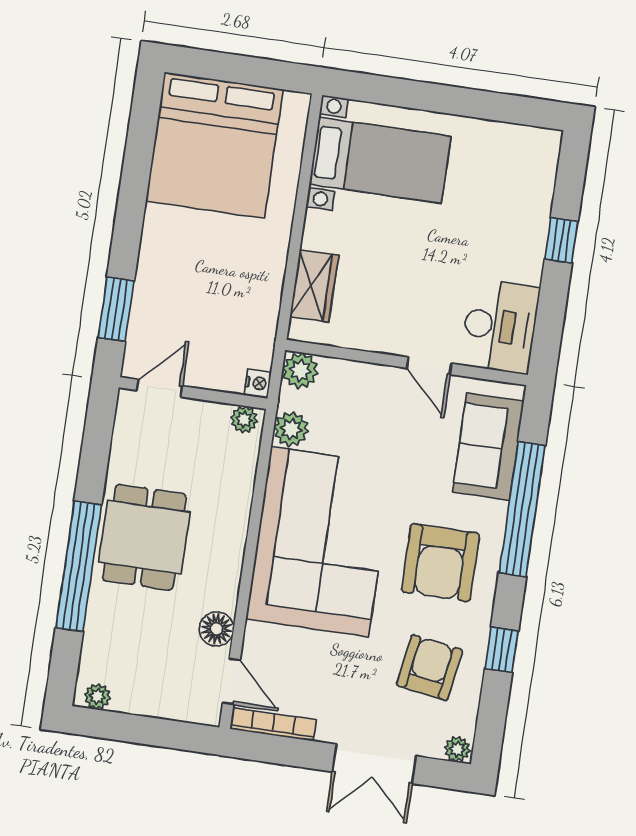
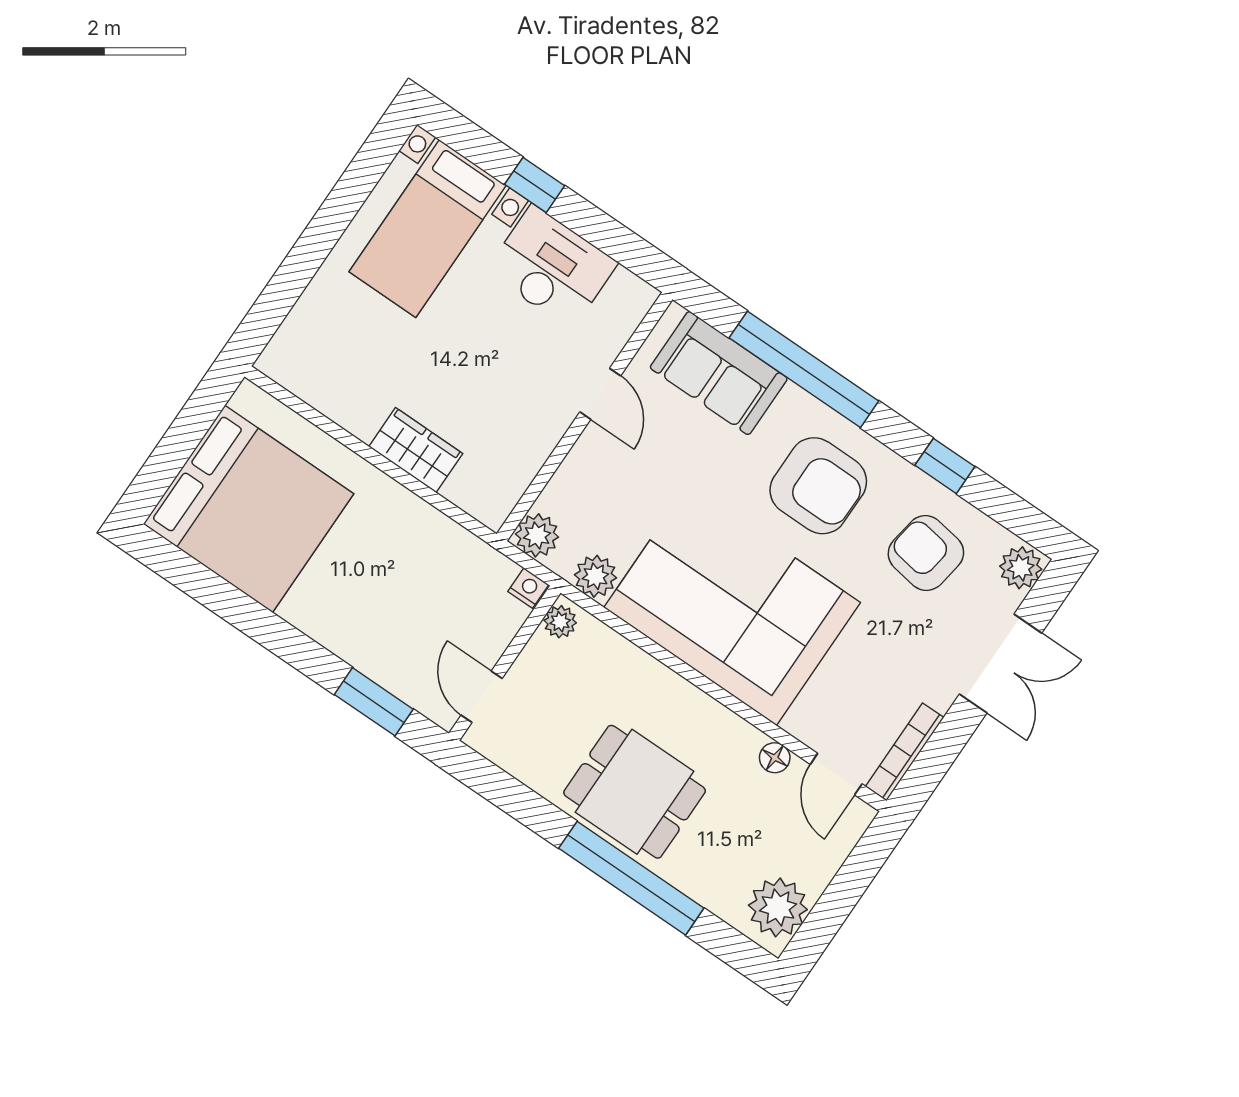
bed with nightstands: (380, 160) -> (428, 229), moved, turned 180
wardrobe: (314, 286) -> (416, 450), moved
desk: (500, 326) -> (552, 267), moved
door: (429, 366) -> (600, 394), hinge flipped
floor lamp: (217, 629) -> (775, 758), width x0.73, depth x0.73
door: (231, 681) -> (836, 774), swing flipped
plant: (97, 696) -> (778, 907), width x1.88, depth x1.88
plant: (457, 749) -> (1021, 568), width x1.38, depth x1.38

